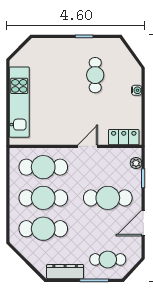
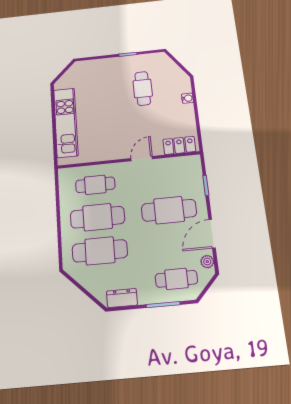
plant: (136, 163) -> (207, 262), moved
cafe table: (43, 167) -> (95, 185), width x0.73, depth x0.74
dresser: (65, 272) -> (122, 298), width x0.70

